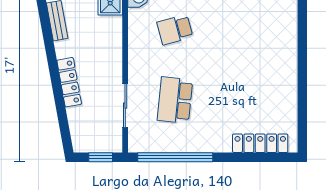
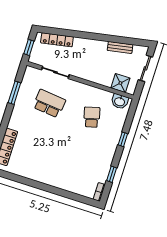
locker: (69, 82) -> (57, 40), moved
window: (175, 157) -> (14, 93), width x0.47

